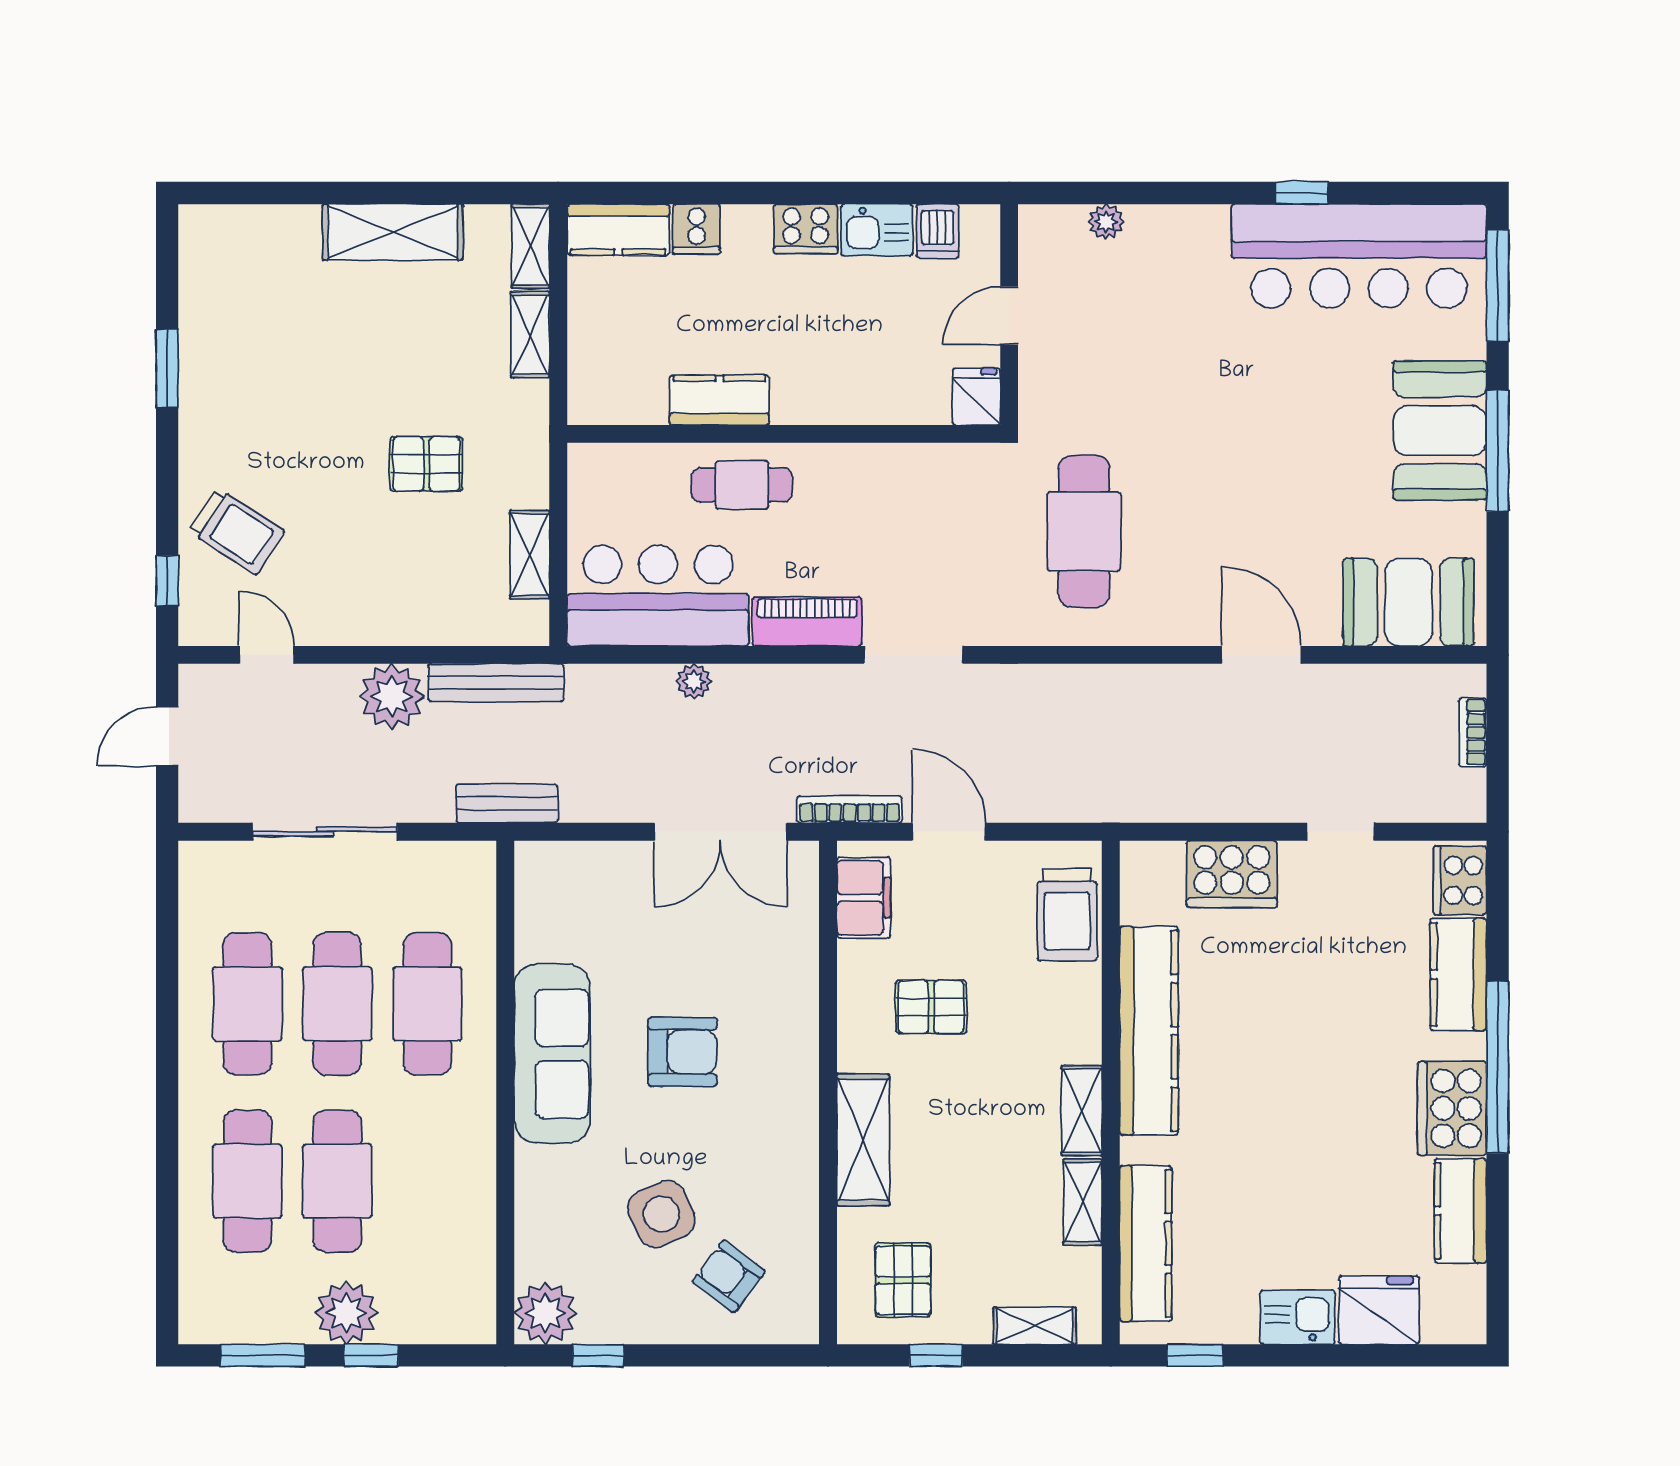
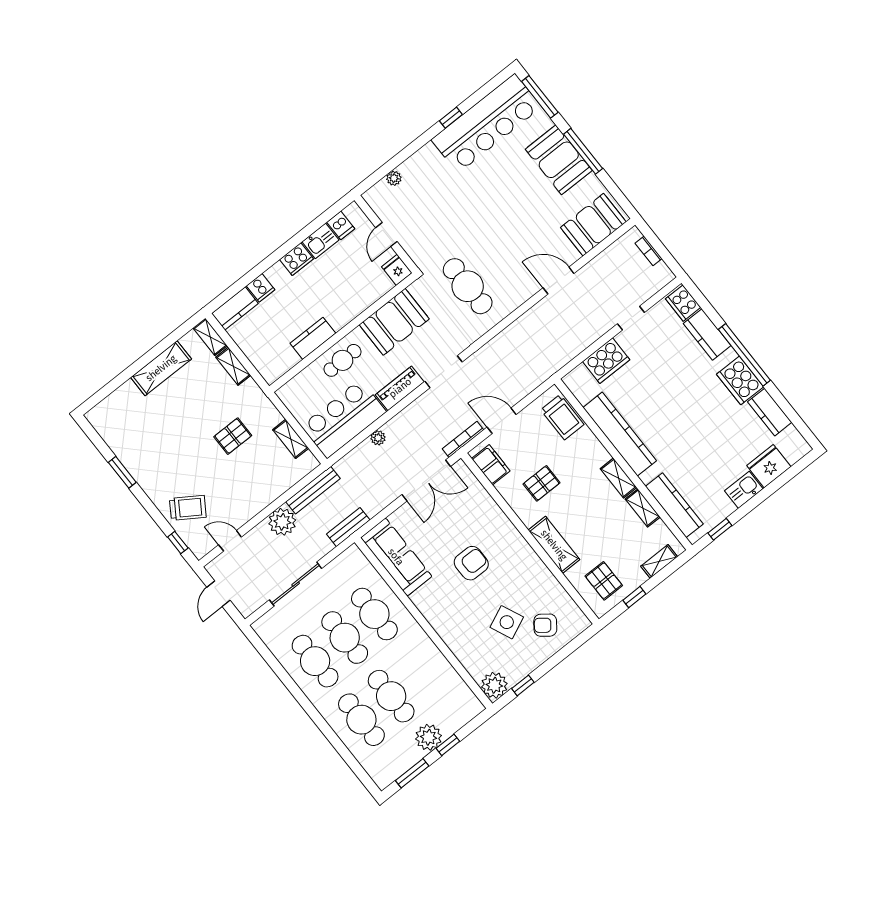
booth: (895, 489) -> (394, 322), added
sofa: (552, 1054) -> (396, 557), moved

